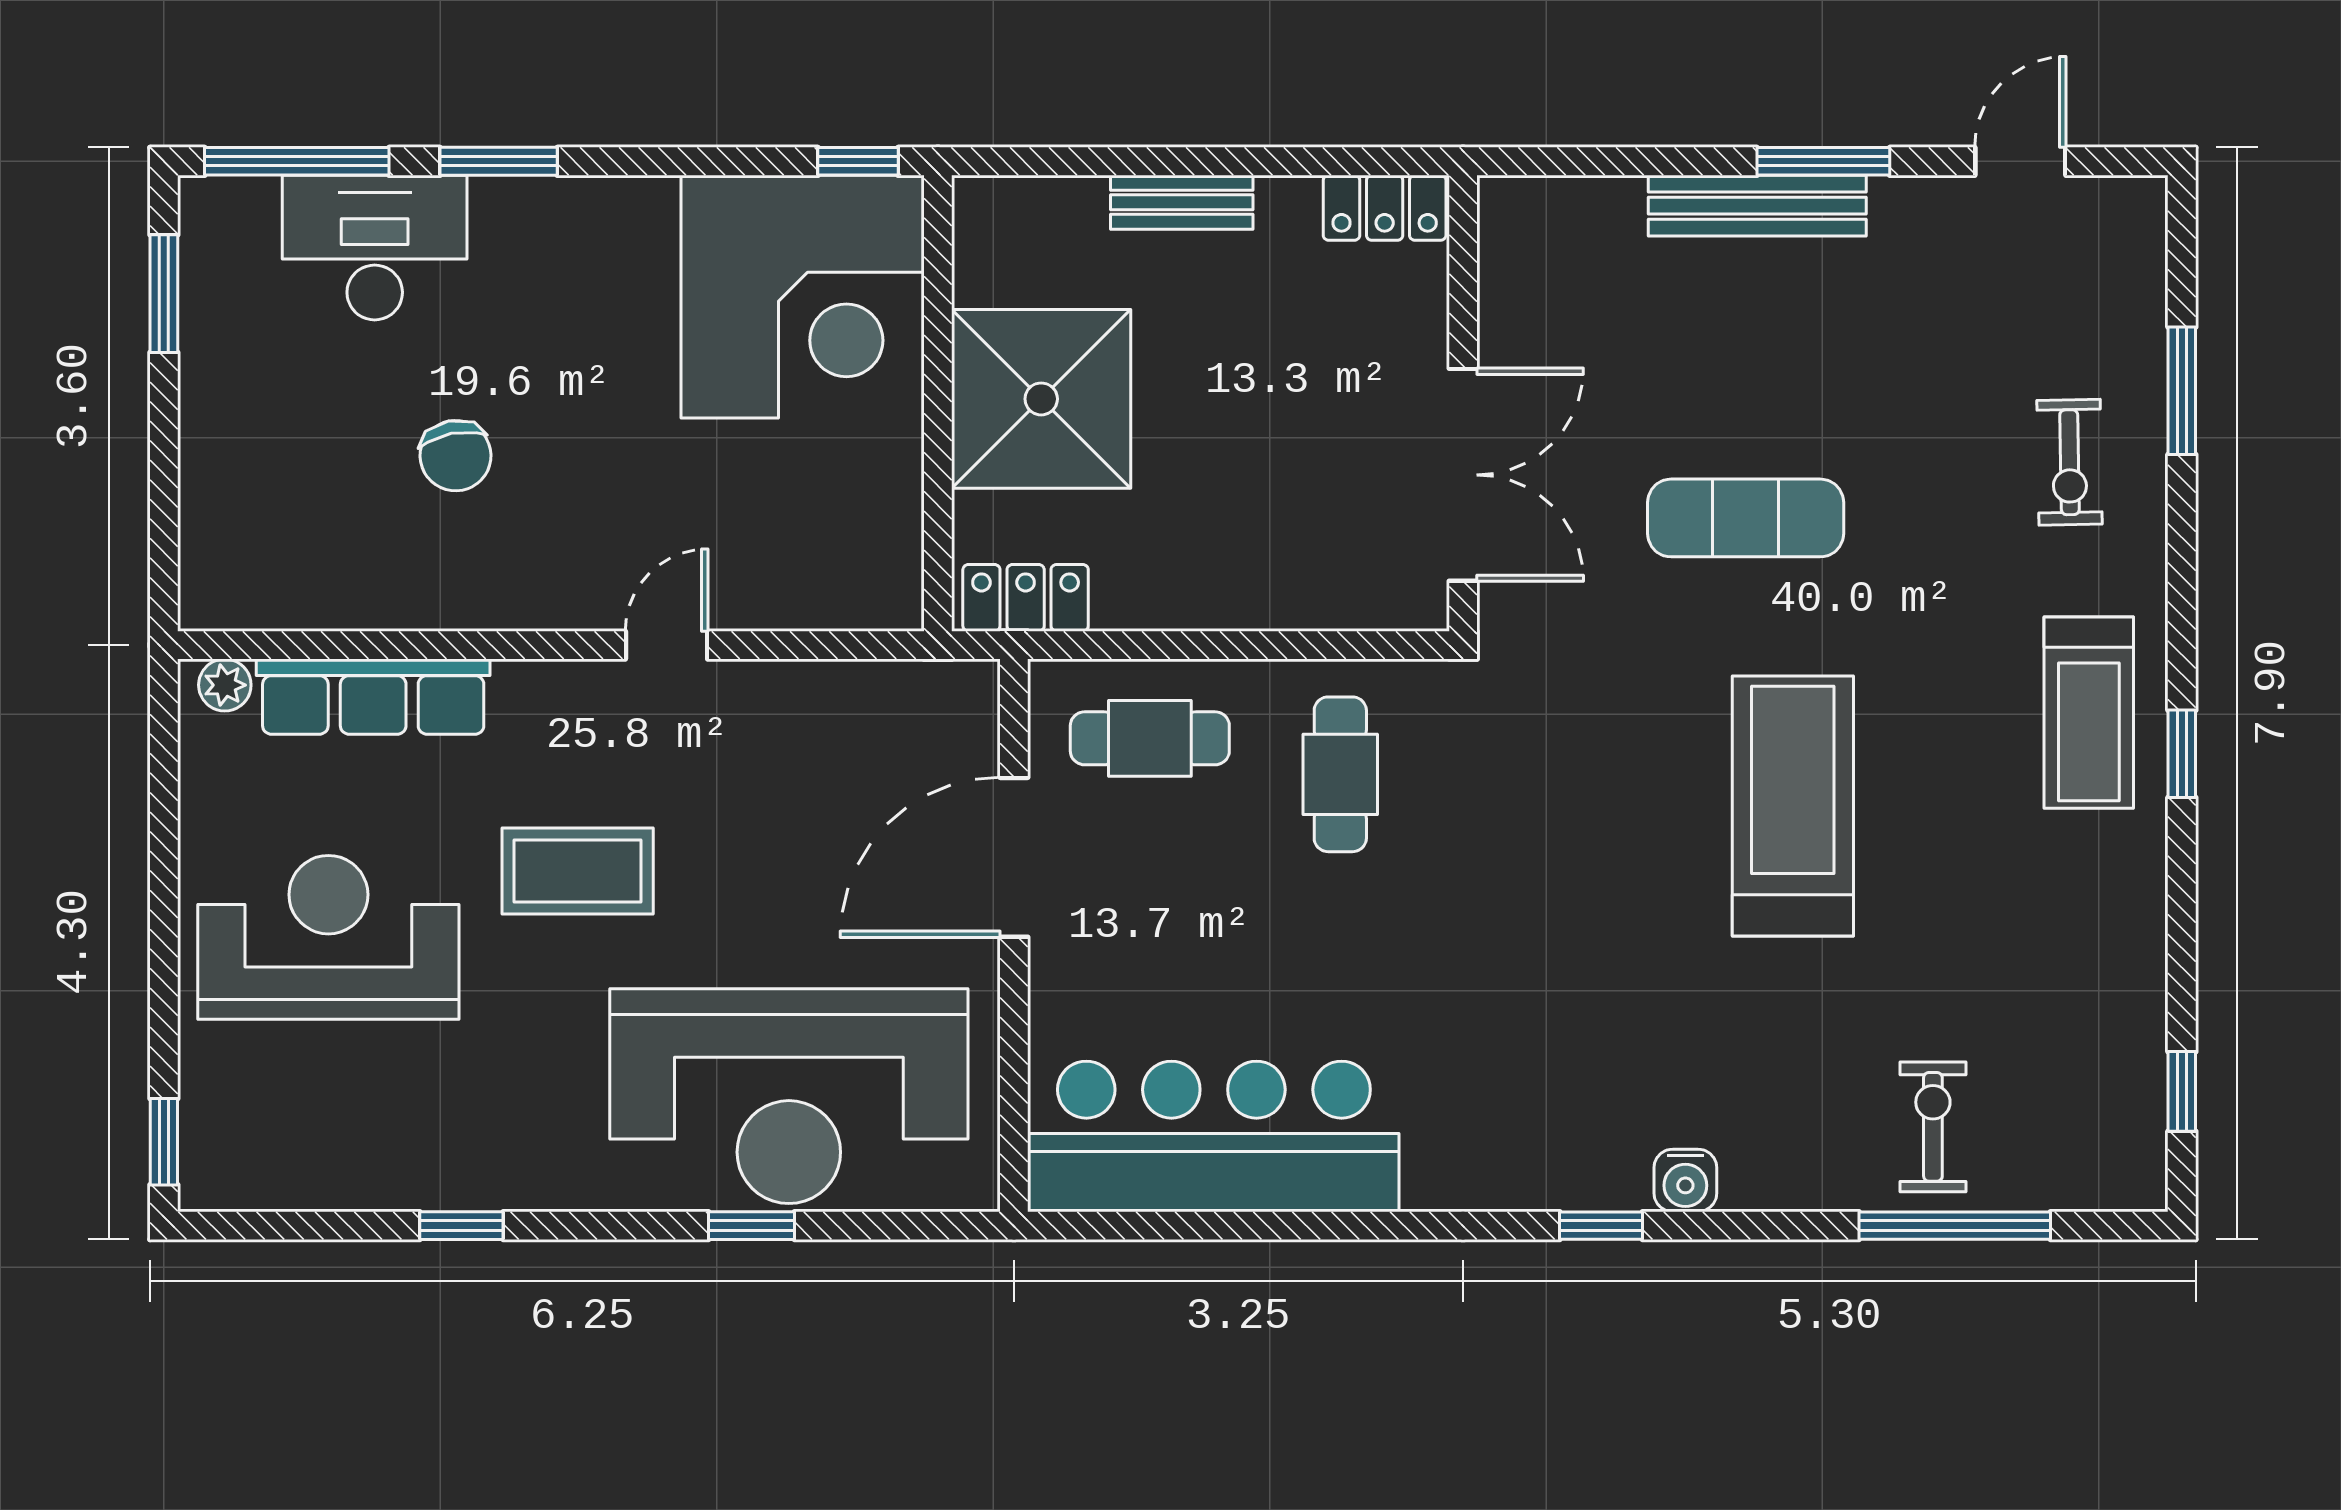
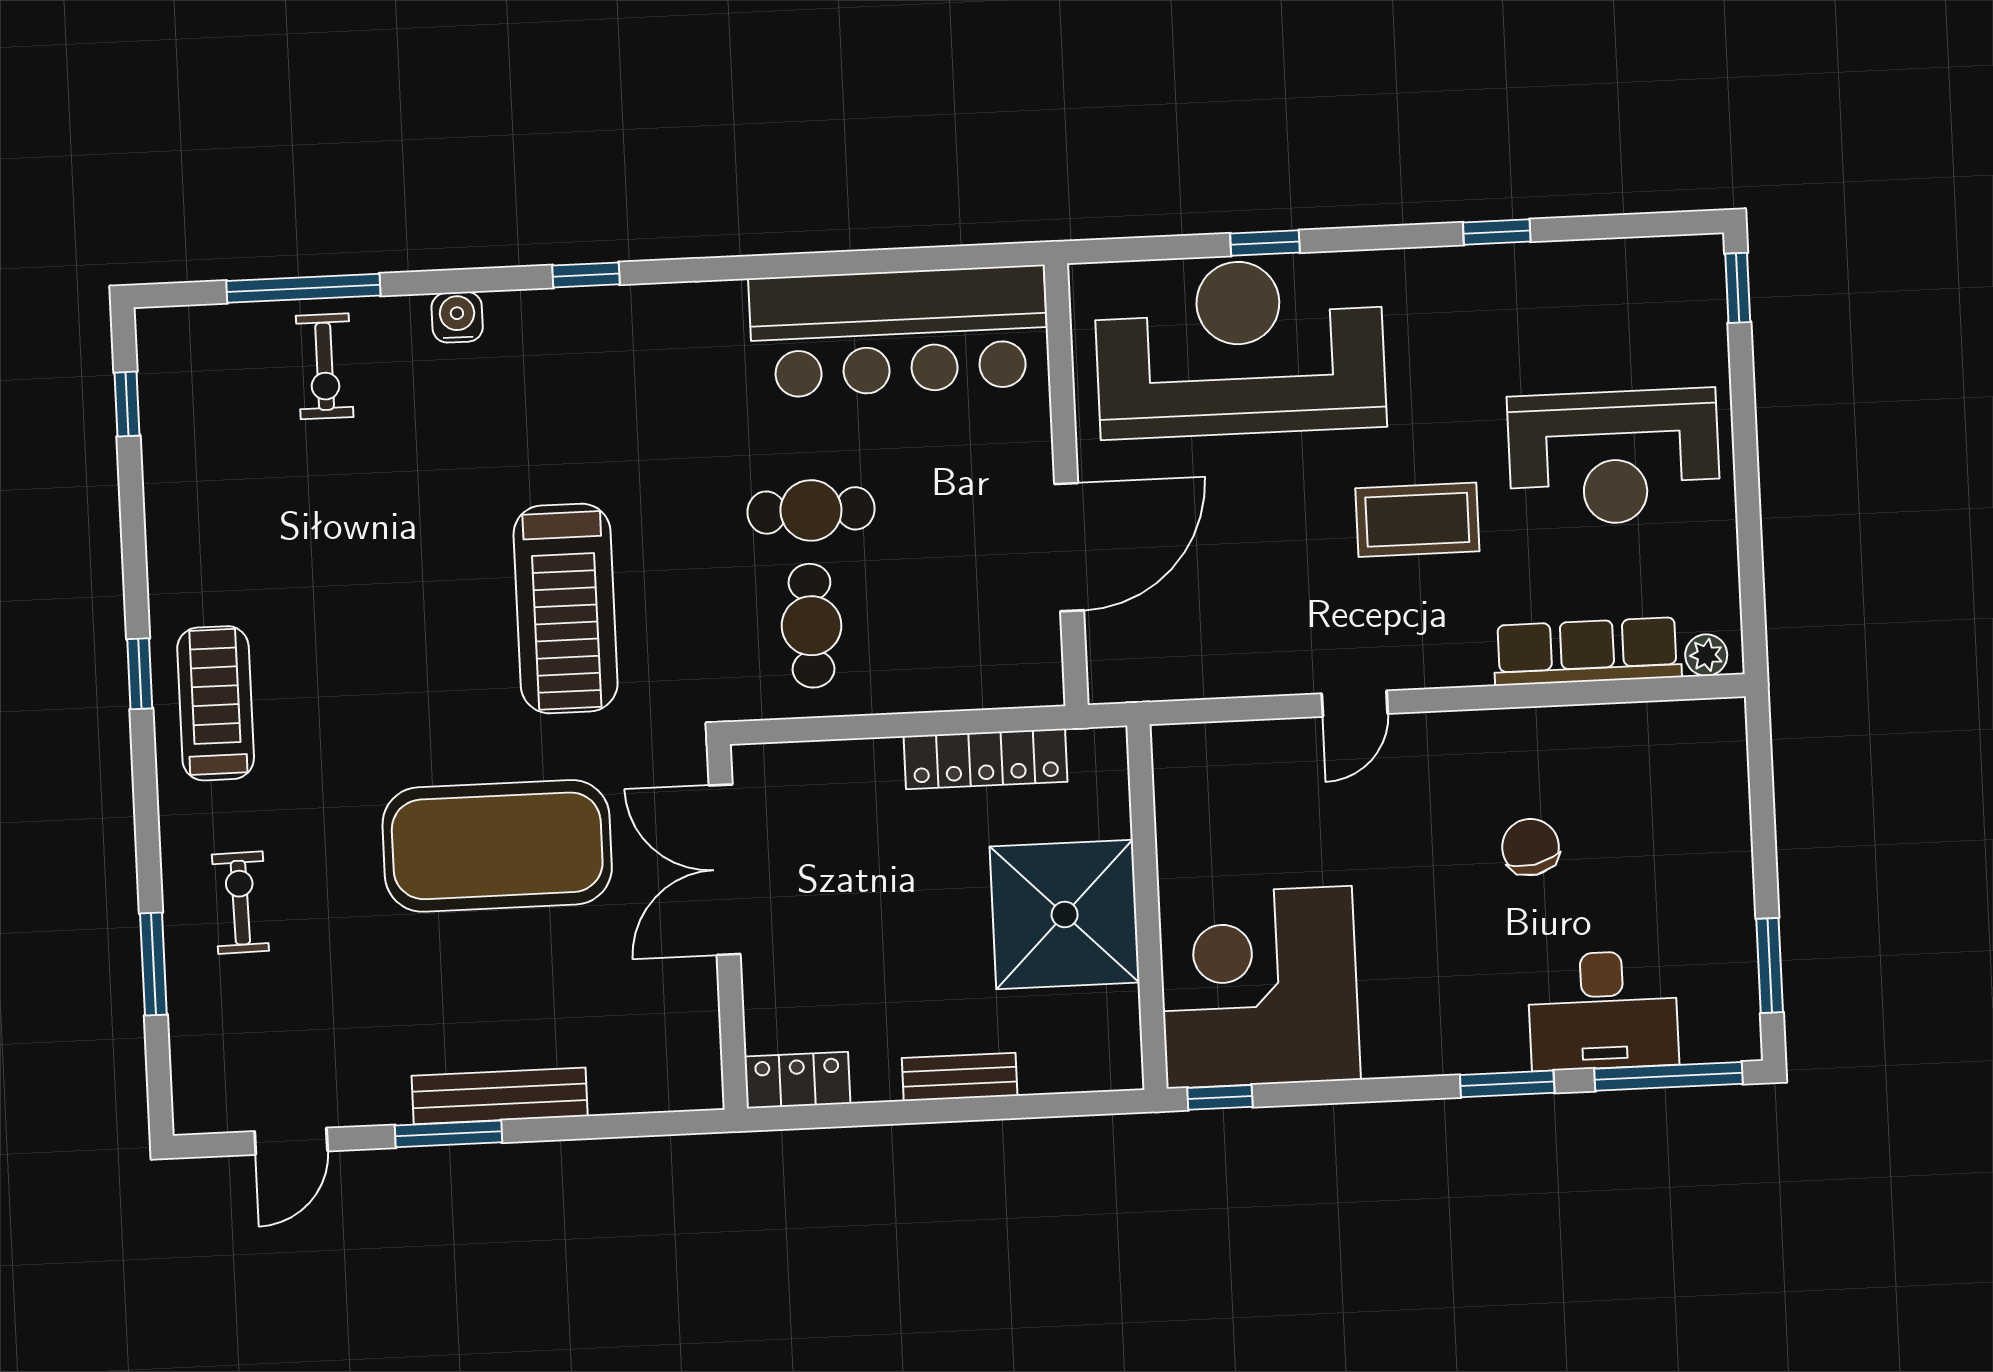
exercise mat: (1746, 518) -> (497, 846), width x2.00, depth x1.45
locker: (1026, 598) -> (986, 759), moved, width x1.53
cafe table: (1150, 738) -> (811, 510), moved
treadmill: (1793, 806) -> (566, 608), moved
water cooler: (1685, 1180) -> (457, 317), moved

